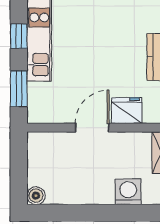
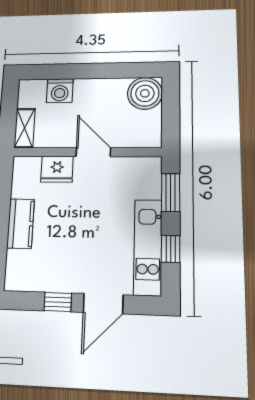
door: (92, 128) -> (93, 152), swing flipped
boiler: (36, 196) -> (145, 93), width x1.86, depth x1.86

